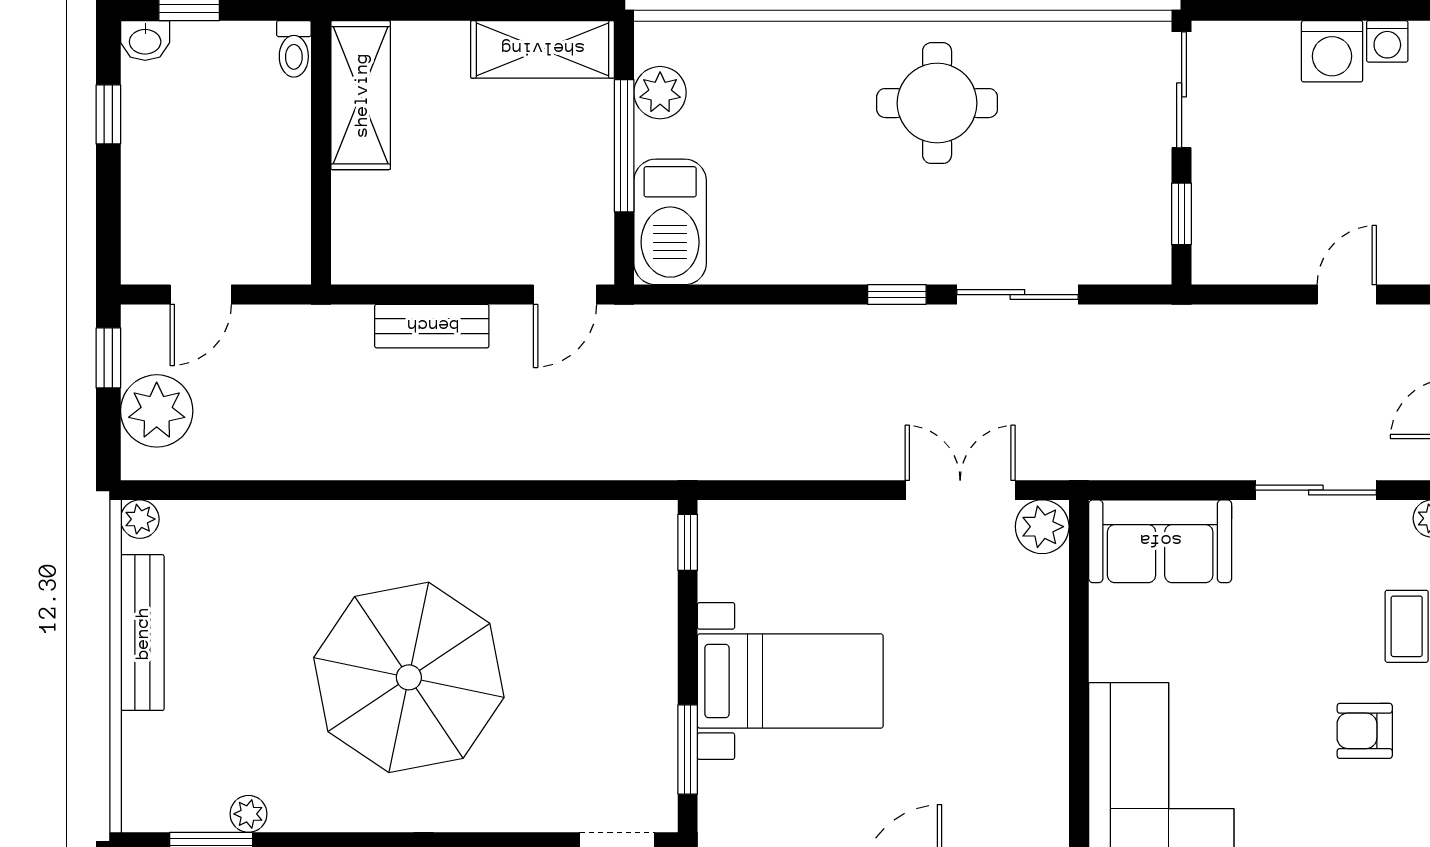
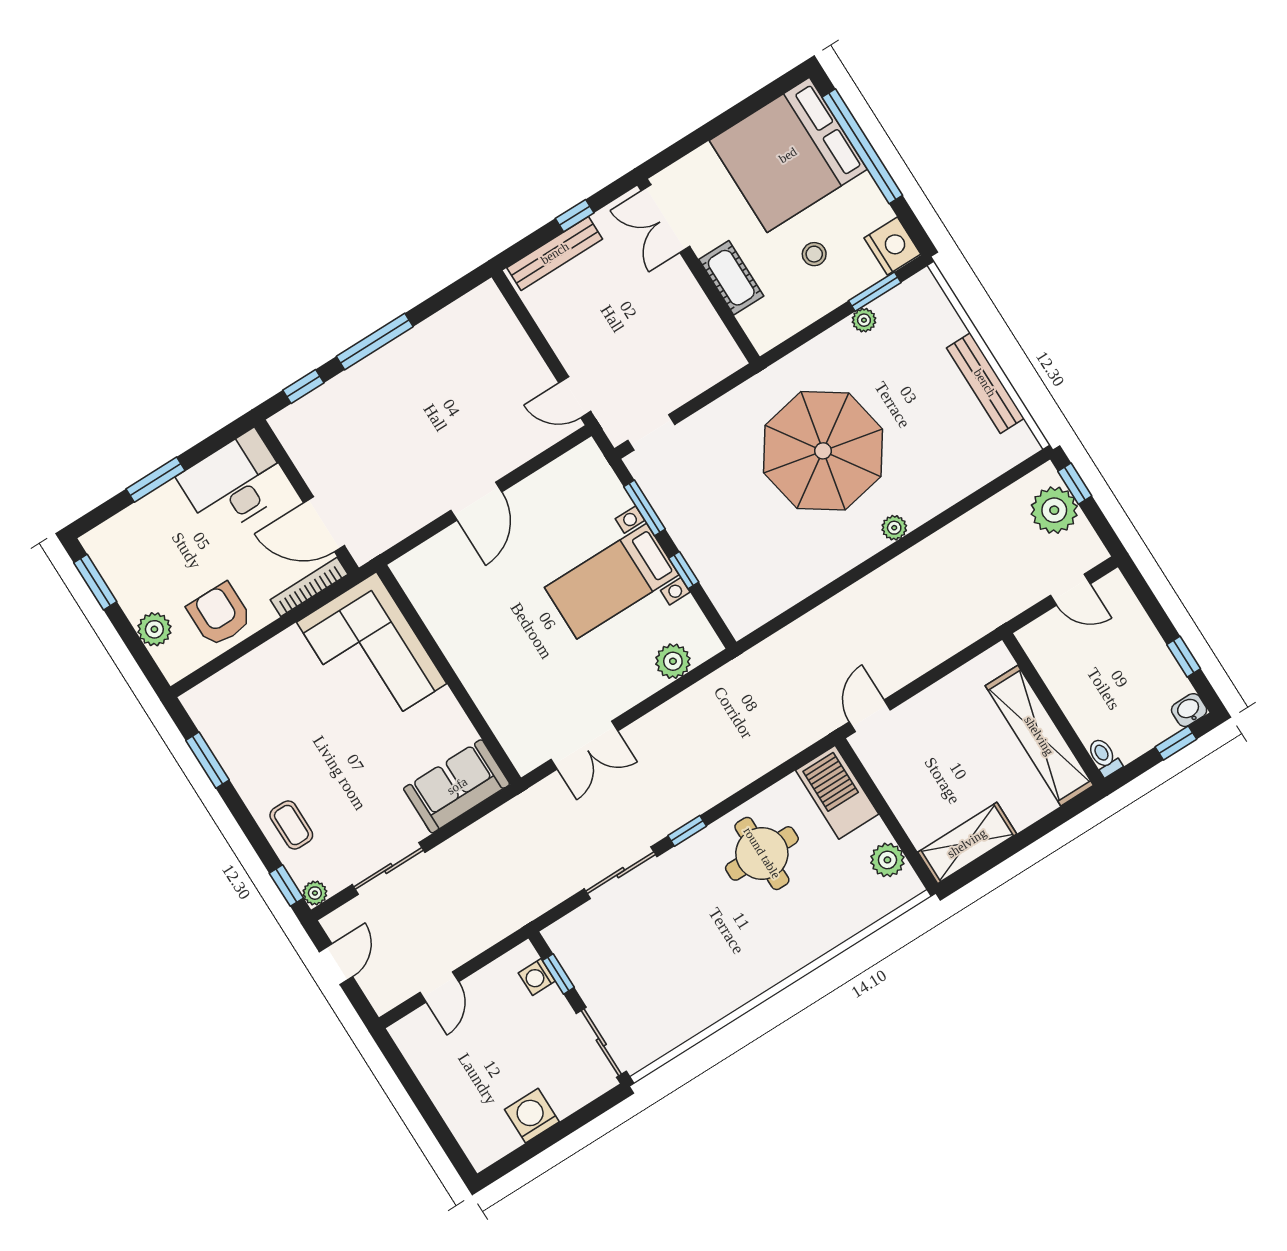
washing machine: (1387, 41) -> (537, 977), moved, turned -90
shelving: (361, 95) -> (1039, 736), width x1.47
round table: (937, 103) -> (762, 853), moved
window: (624, 146) -> (889, 818), removed
door: (201, 295) -> (1070, 590), swing flipped
bench: (432, 326) -> (932, 652), removed
window: (108, 358) -> (1075, 484), moved
plant: (140, 519) -> (894, 528), moved
plant: (1042, 527) -> (673, 661), moved
window: (688, 542) -> (684, 570), moved
armchair: (1365, 731) -> (278, 753), removed

